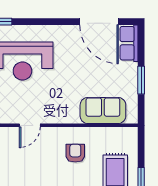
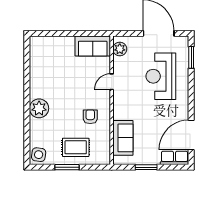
door: (30, 125) -> (112, 82), hinge flipped
armchair: (75, 153) -> (90, 117), turned -90

